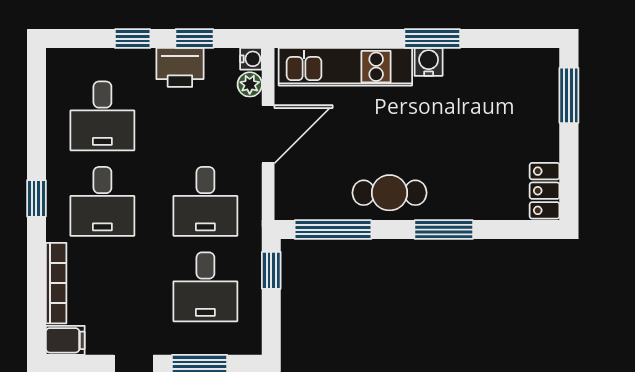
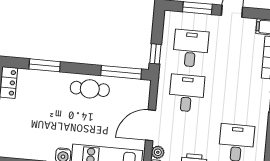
desk: (102, 201) -> (241, 98), removed
window: (444, 230) -> (45, 65), moved

